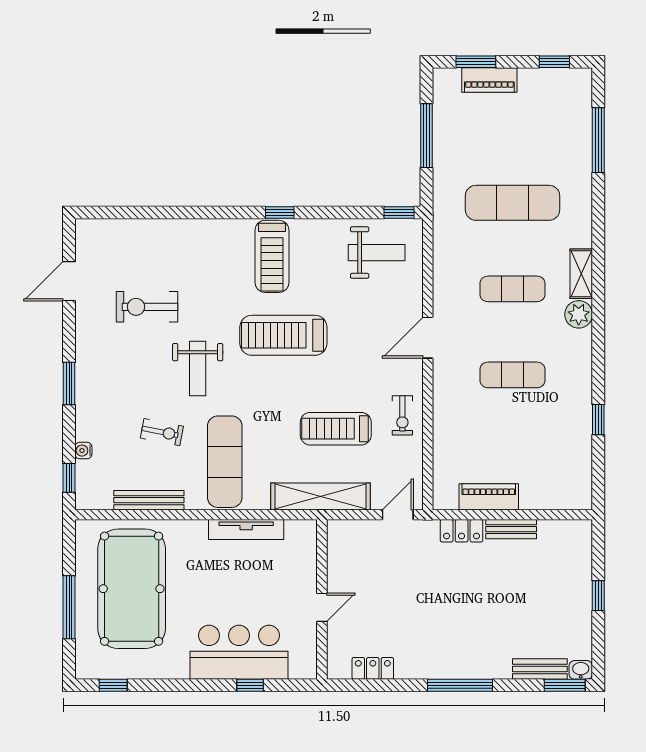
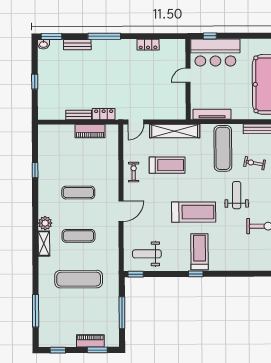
wall: (322, 599) -> (188, 79), moved
door: (322, 607) -> (188, 75), moved
bench: (540, 669) -> (77, 45), moved

